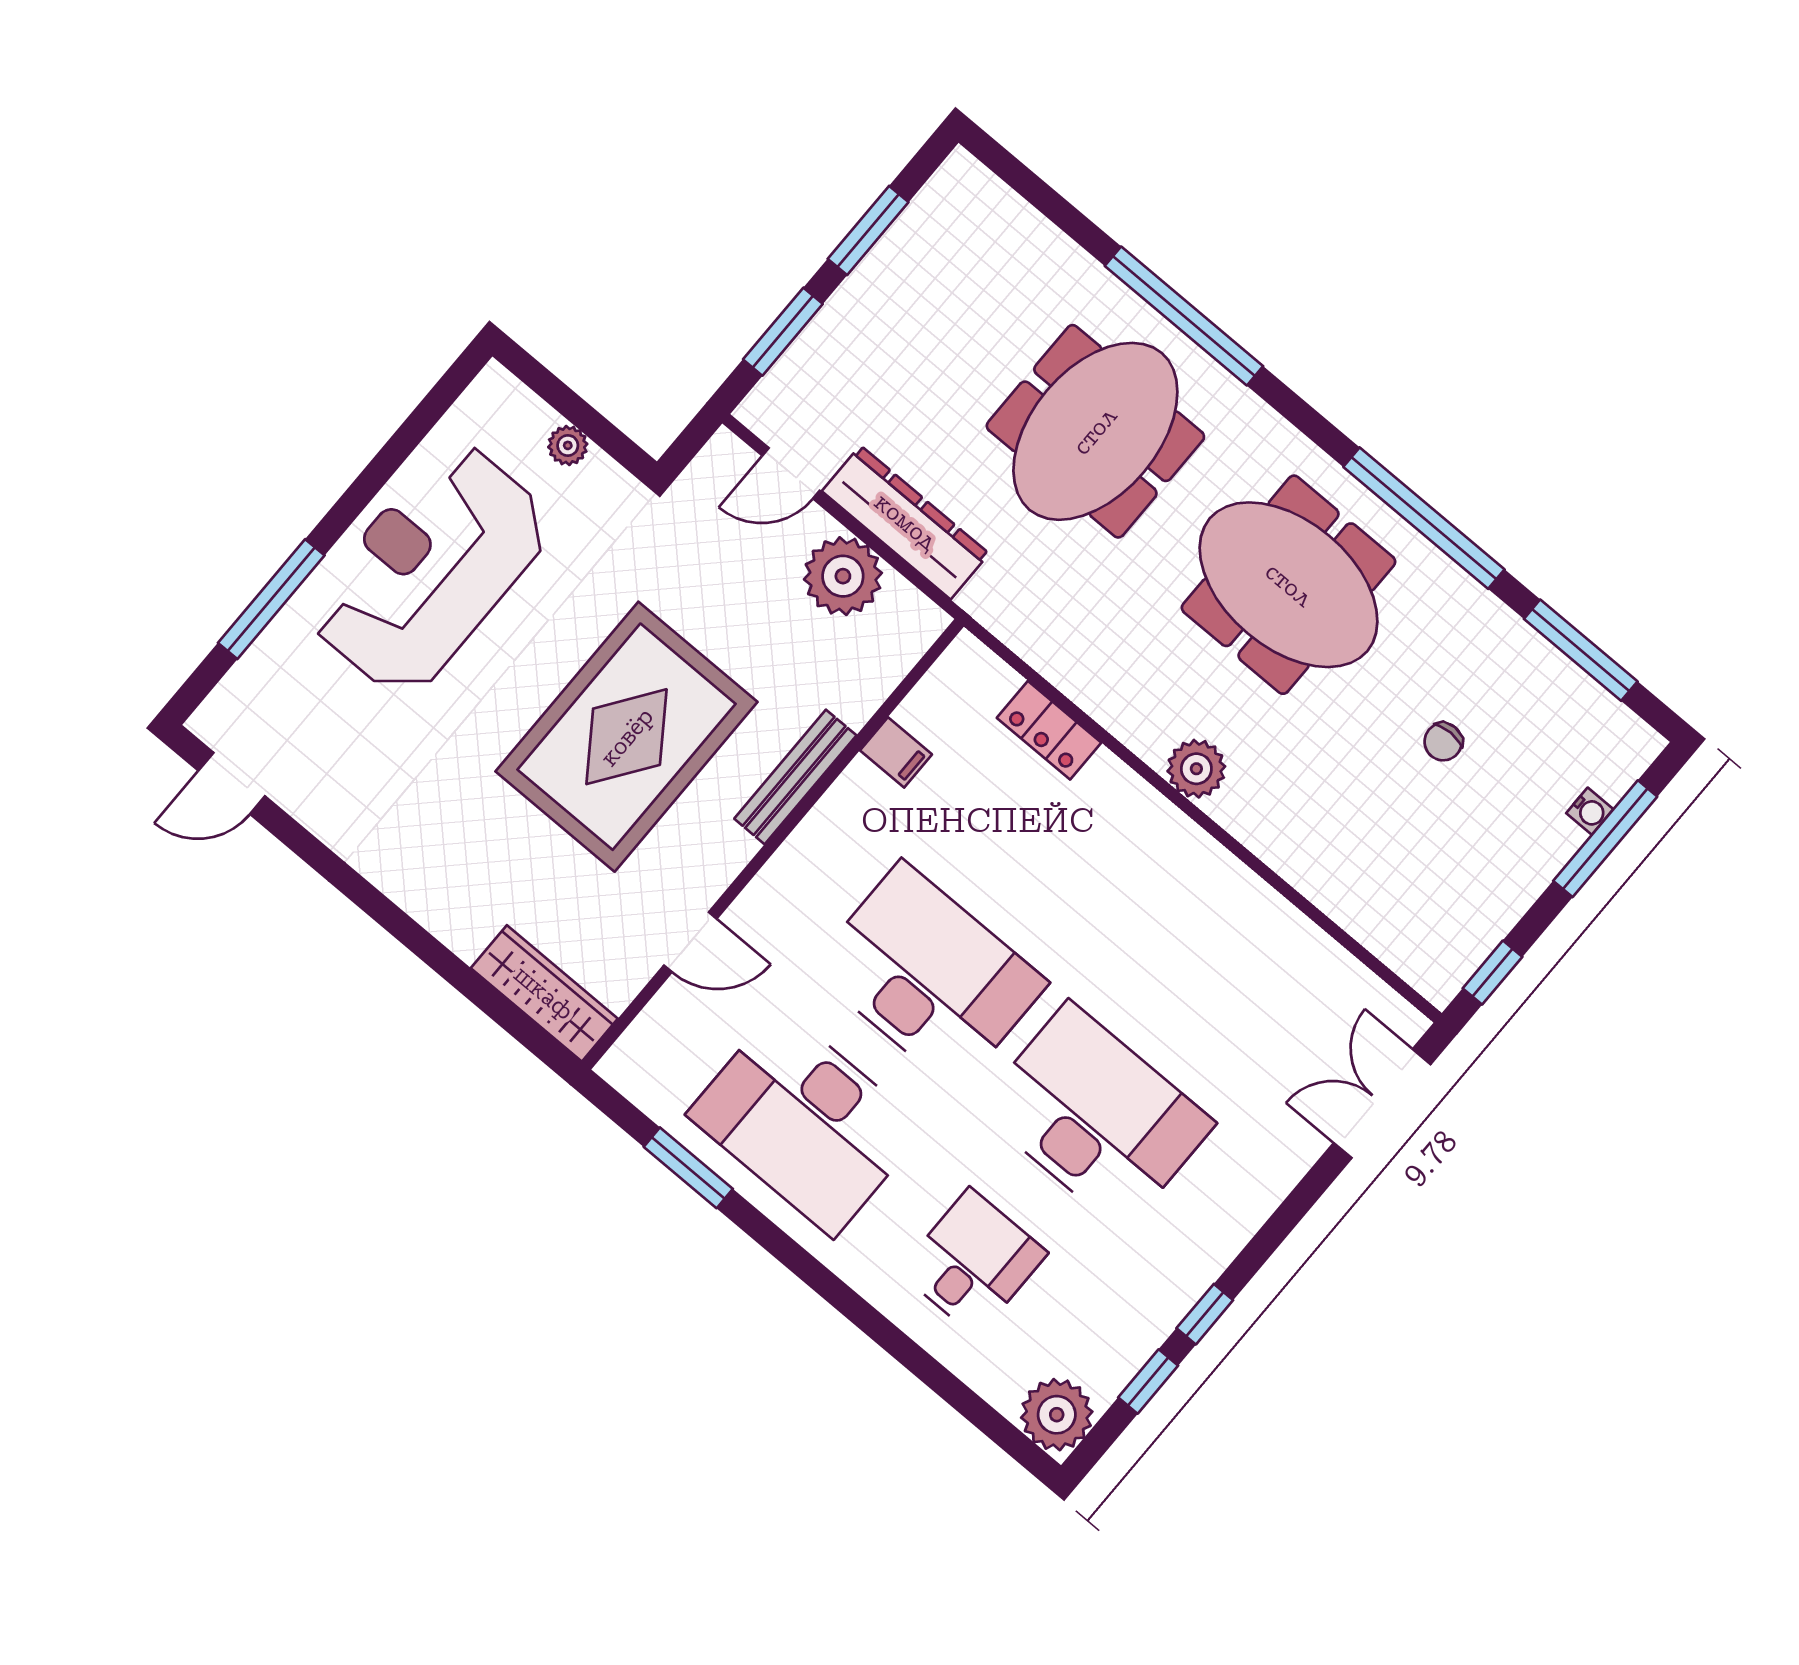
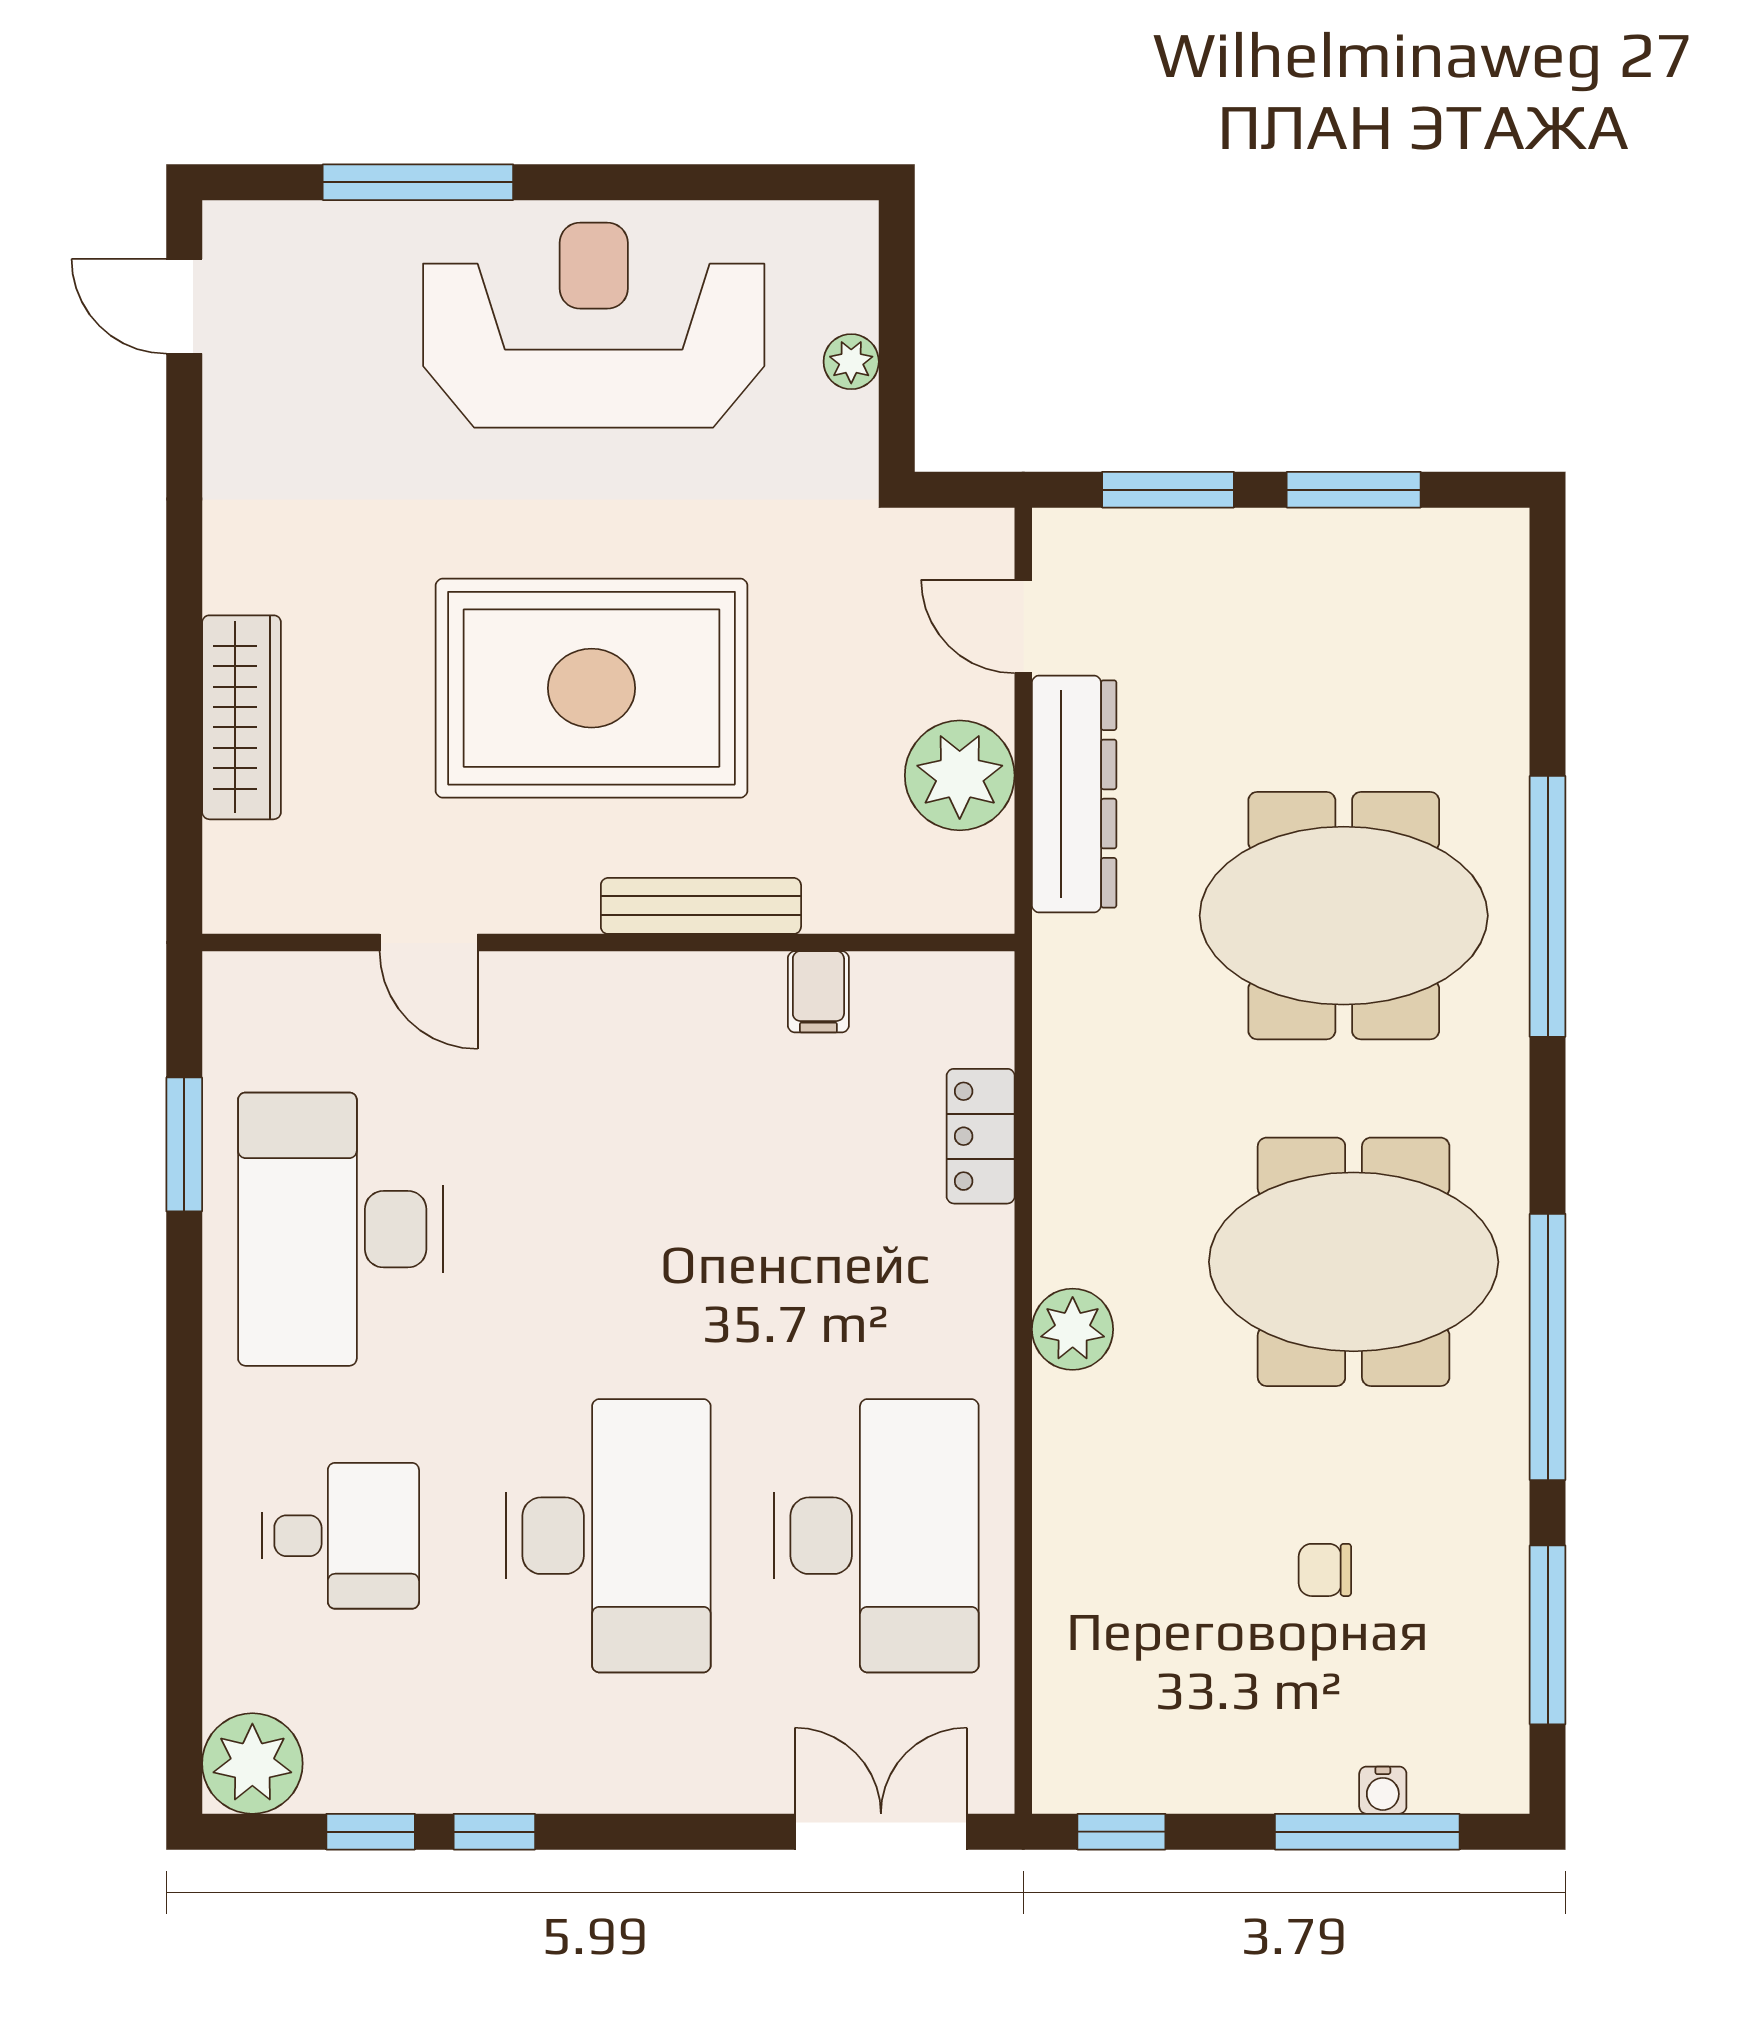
meeting table: (1289, 585) -> (1354, 1262), turned 90
desk: (929, 976) -> (876, 1536), moved
wardrobe: (544, 993) -> (242, 717), moved

